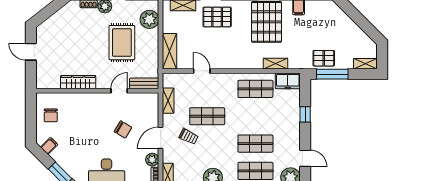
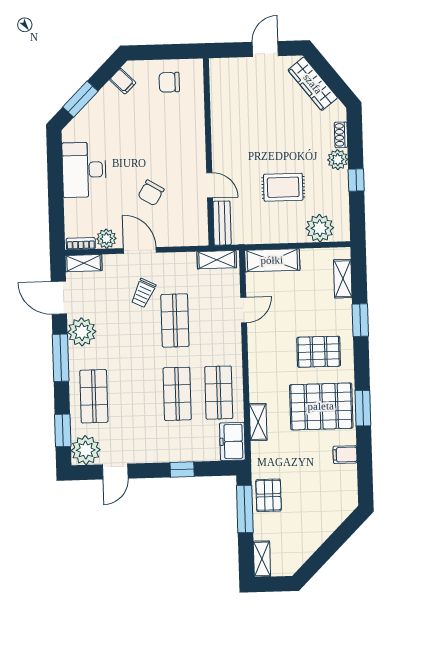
pallet: (217, 17) -> (319, 352), moved, turned 90
rug: (122, 43) -> (283, 187), width x0.73, depth x0.70
wardrobe: (78, 82) -> (313, 84), moved, turned 142
shelving: (168, 101) -> (217, 260), moved
shop shelf: (255, 144) -> (177, 394), moved

